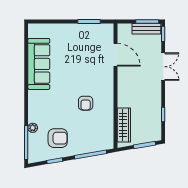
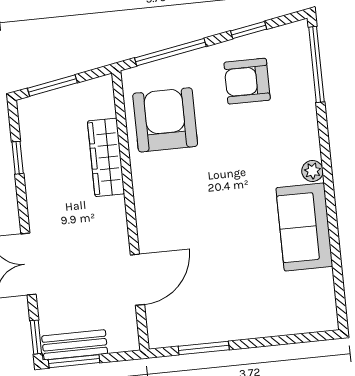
door: (115, 55) -> (137, 280), swing flipped
sofa: (39, 64) -> (304, 227), width x0.73
armchair: (86, 103) -> (165, 120), moved, width x1.88, depth x1.88
wardrobe: (124, 125) -> (106, 157), moved
plant: (33, 128) -> (312, 171), moved

